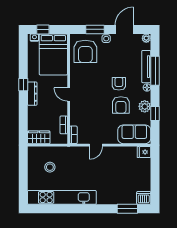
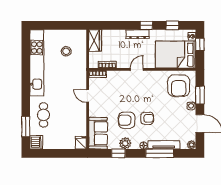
armchair: (85, 51) -> (179, 86), turned -90
window: (23, 58) -> (172, 25), added
cafe table: (115, 191) -> (43, 115), added

